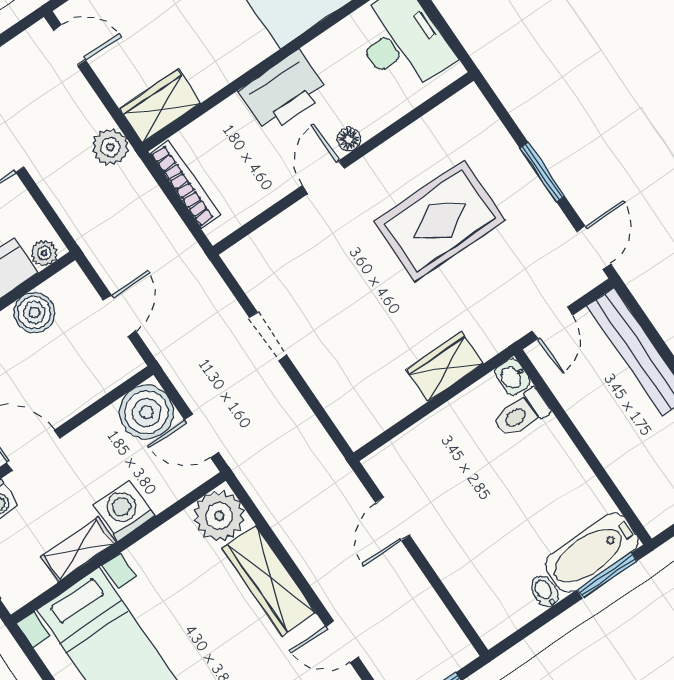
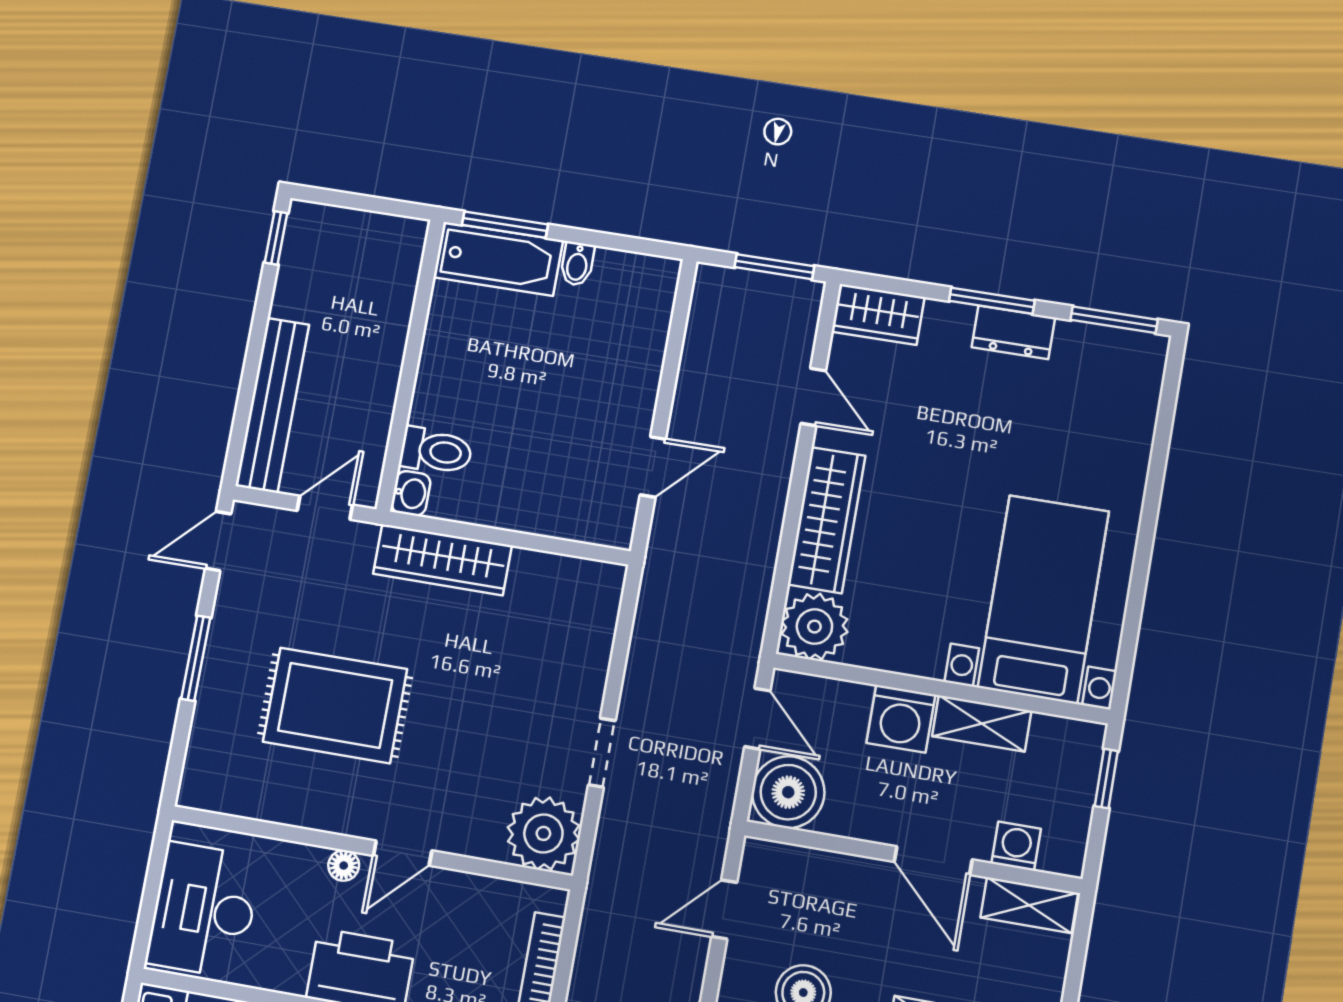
plant: (257, 262) -> (543, 833), added
wardrobe: (445, 366) -> (442, 560), width x1.50

